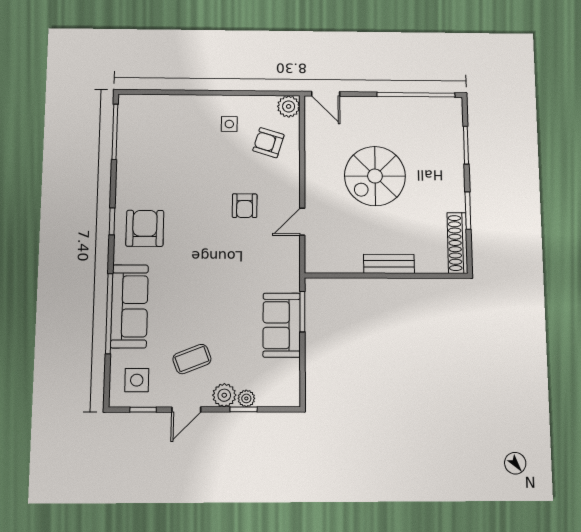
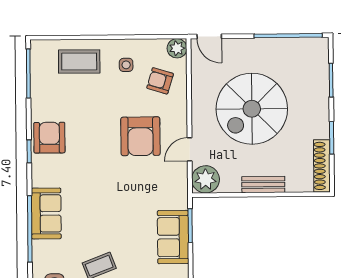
coffee table: (175, 119) -> (79, 61), added
spiral stairs: (375, 176) -> (252, 109), width x1.37, depth x1.37
armchair: (245, 206) -> (140, 136), width x1.88, depth x1.88
armchair: (145, 228) -> (49, 138), moved
plant: (321, 257) -> (205, 179), added
sofa: (129, 306) -> (46, 213), width x0.73

